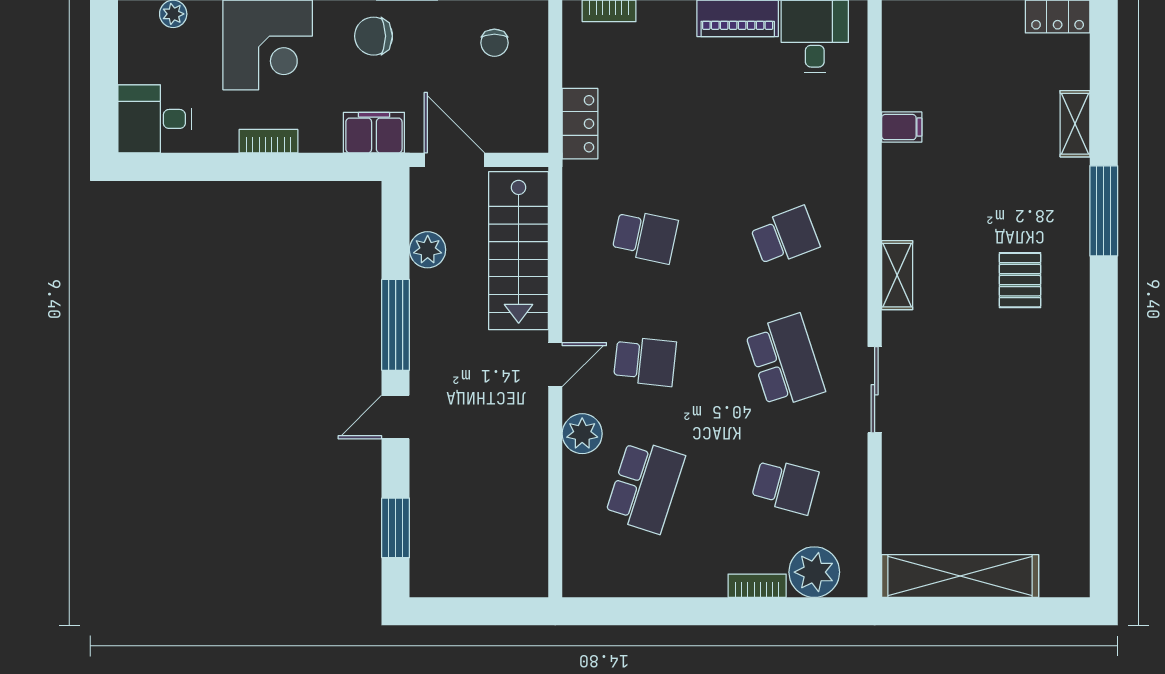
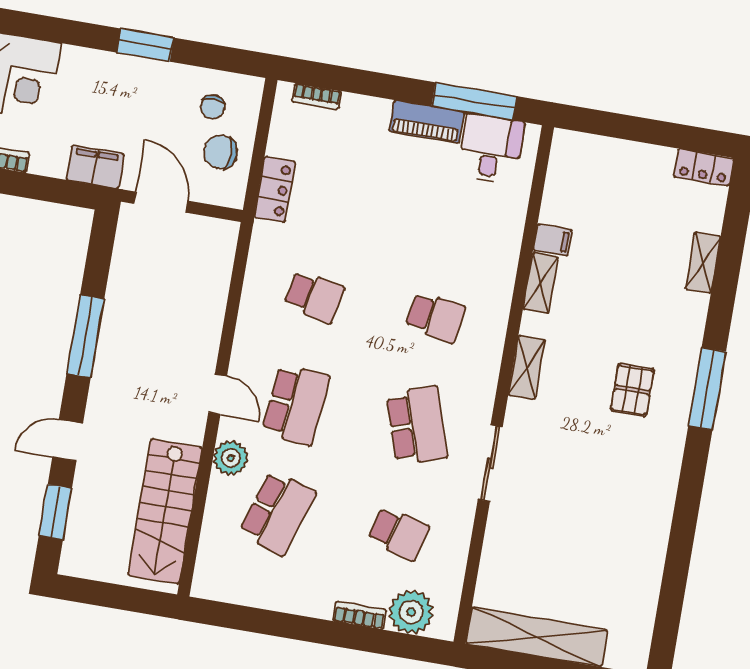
chair: (374, 36) -> (221, 152), moved
shelving: (896, 178) -> (540, 283), added
window: (1104, 211) -> (707, 389), moved
school desk: (785, 236) -> (435, 317), turned 30
plant: (428, 250) -> (124, 276), removed
stairs: (519, 251) -> (165, 511), moved
school desk: (645, 361) -> (296, 405), width x1.85
door: (555, 365) -> (218, 394), hinge flipped
door: (396, 417) -> (68, 440), moved

